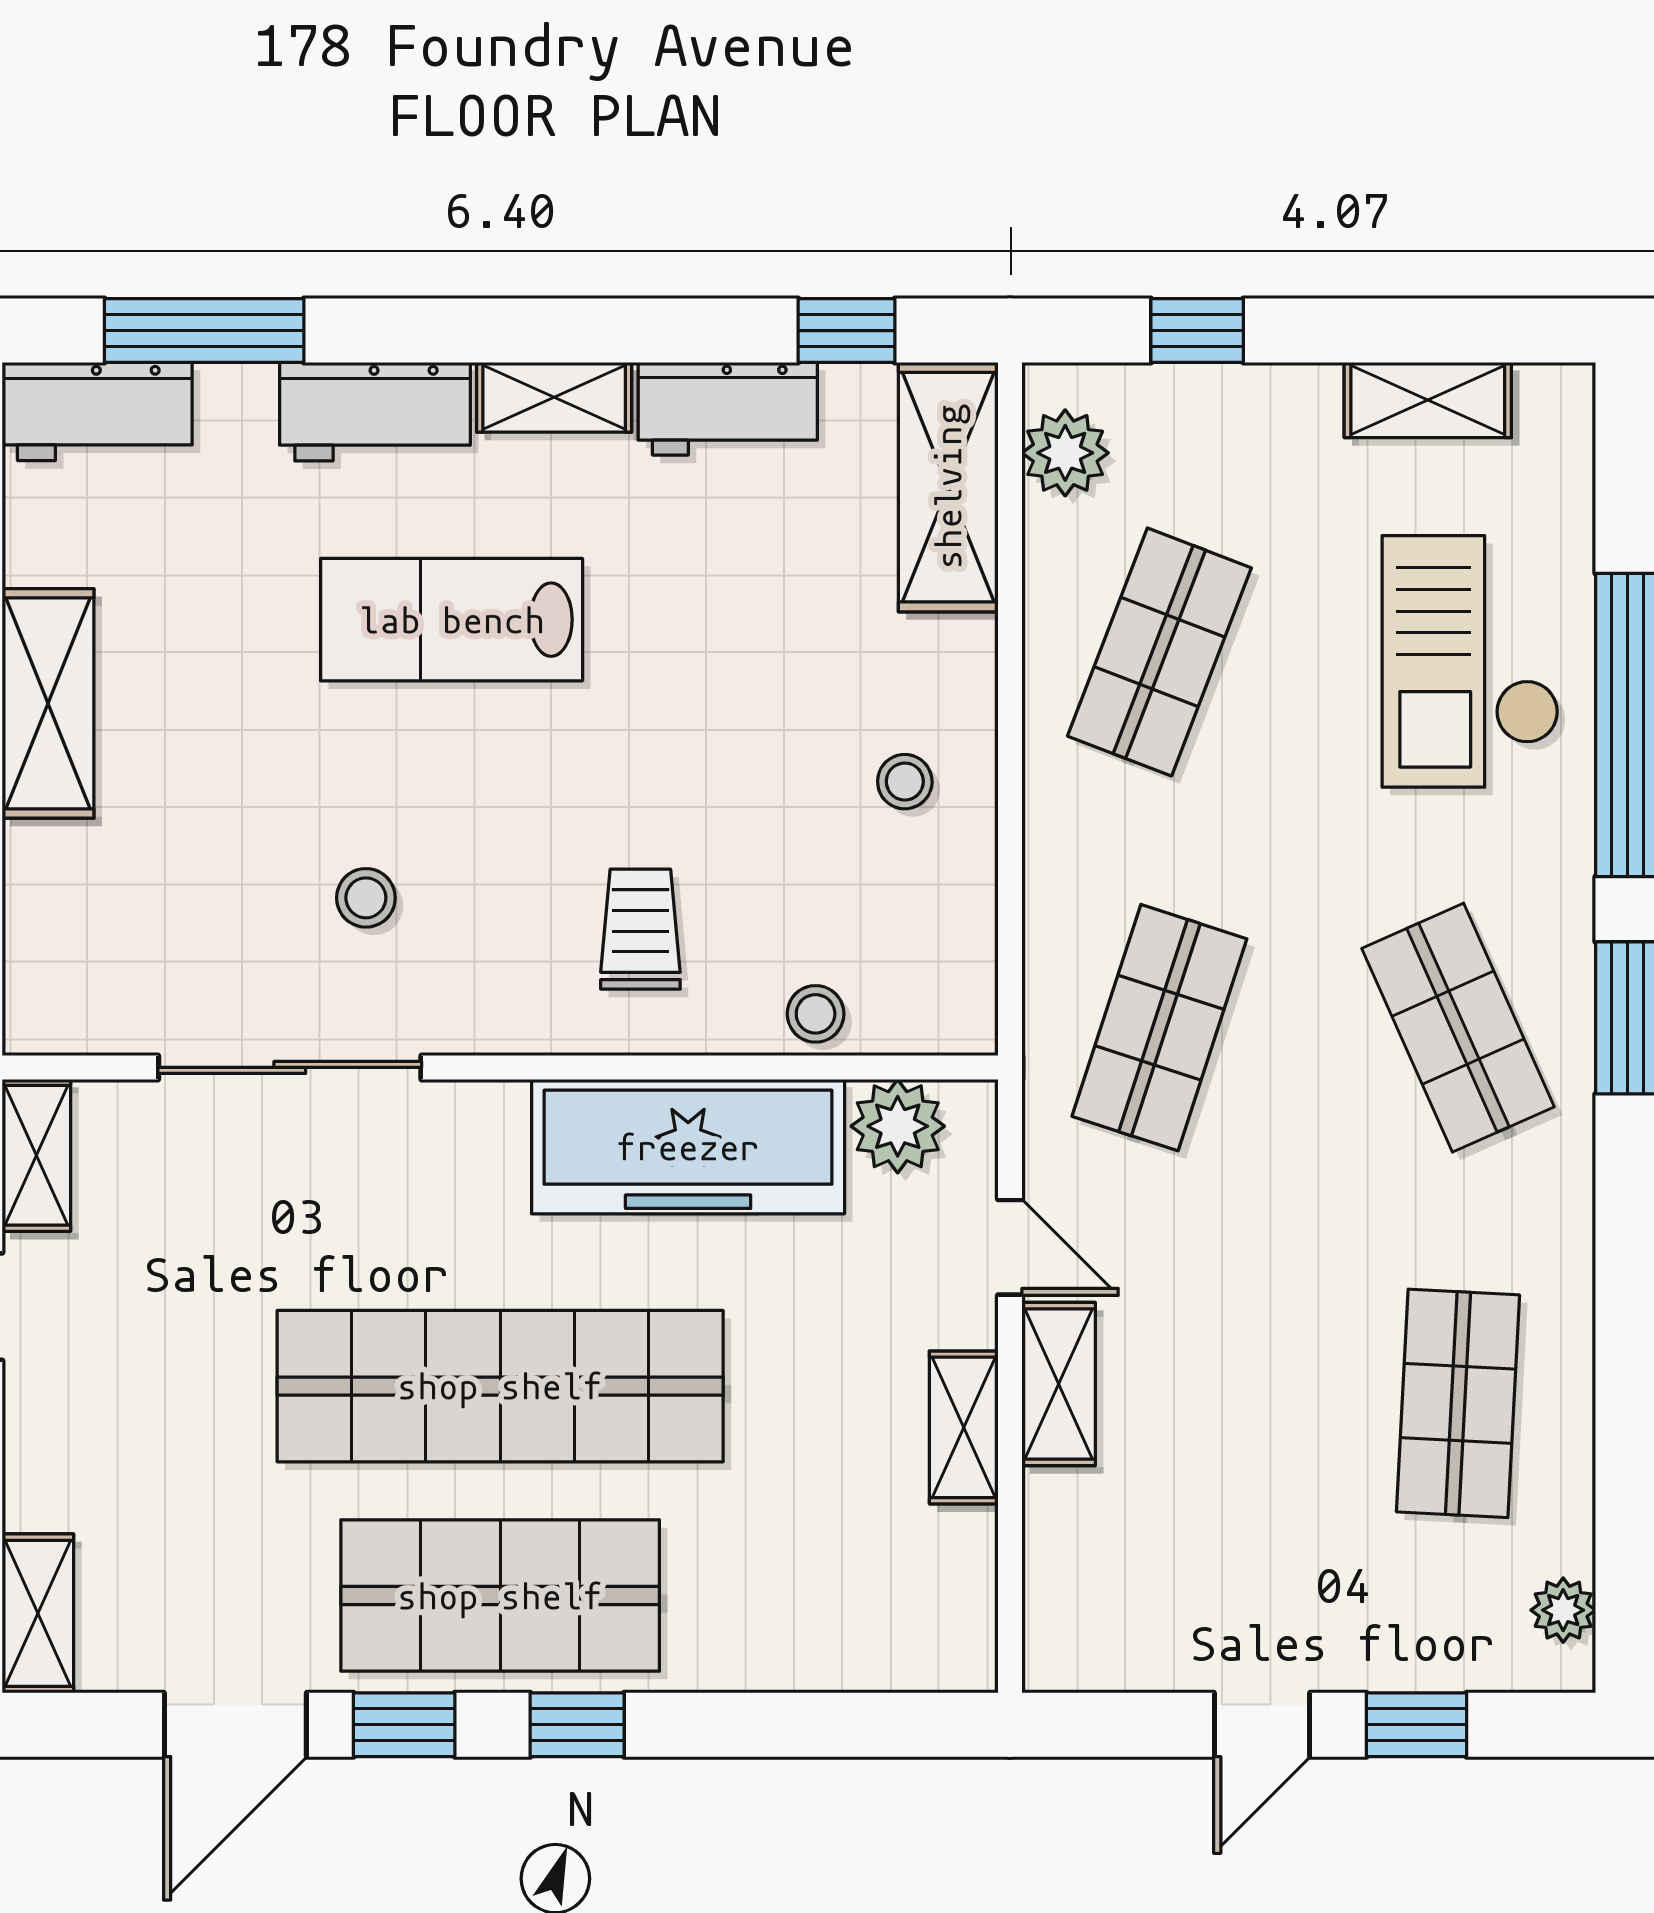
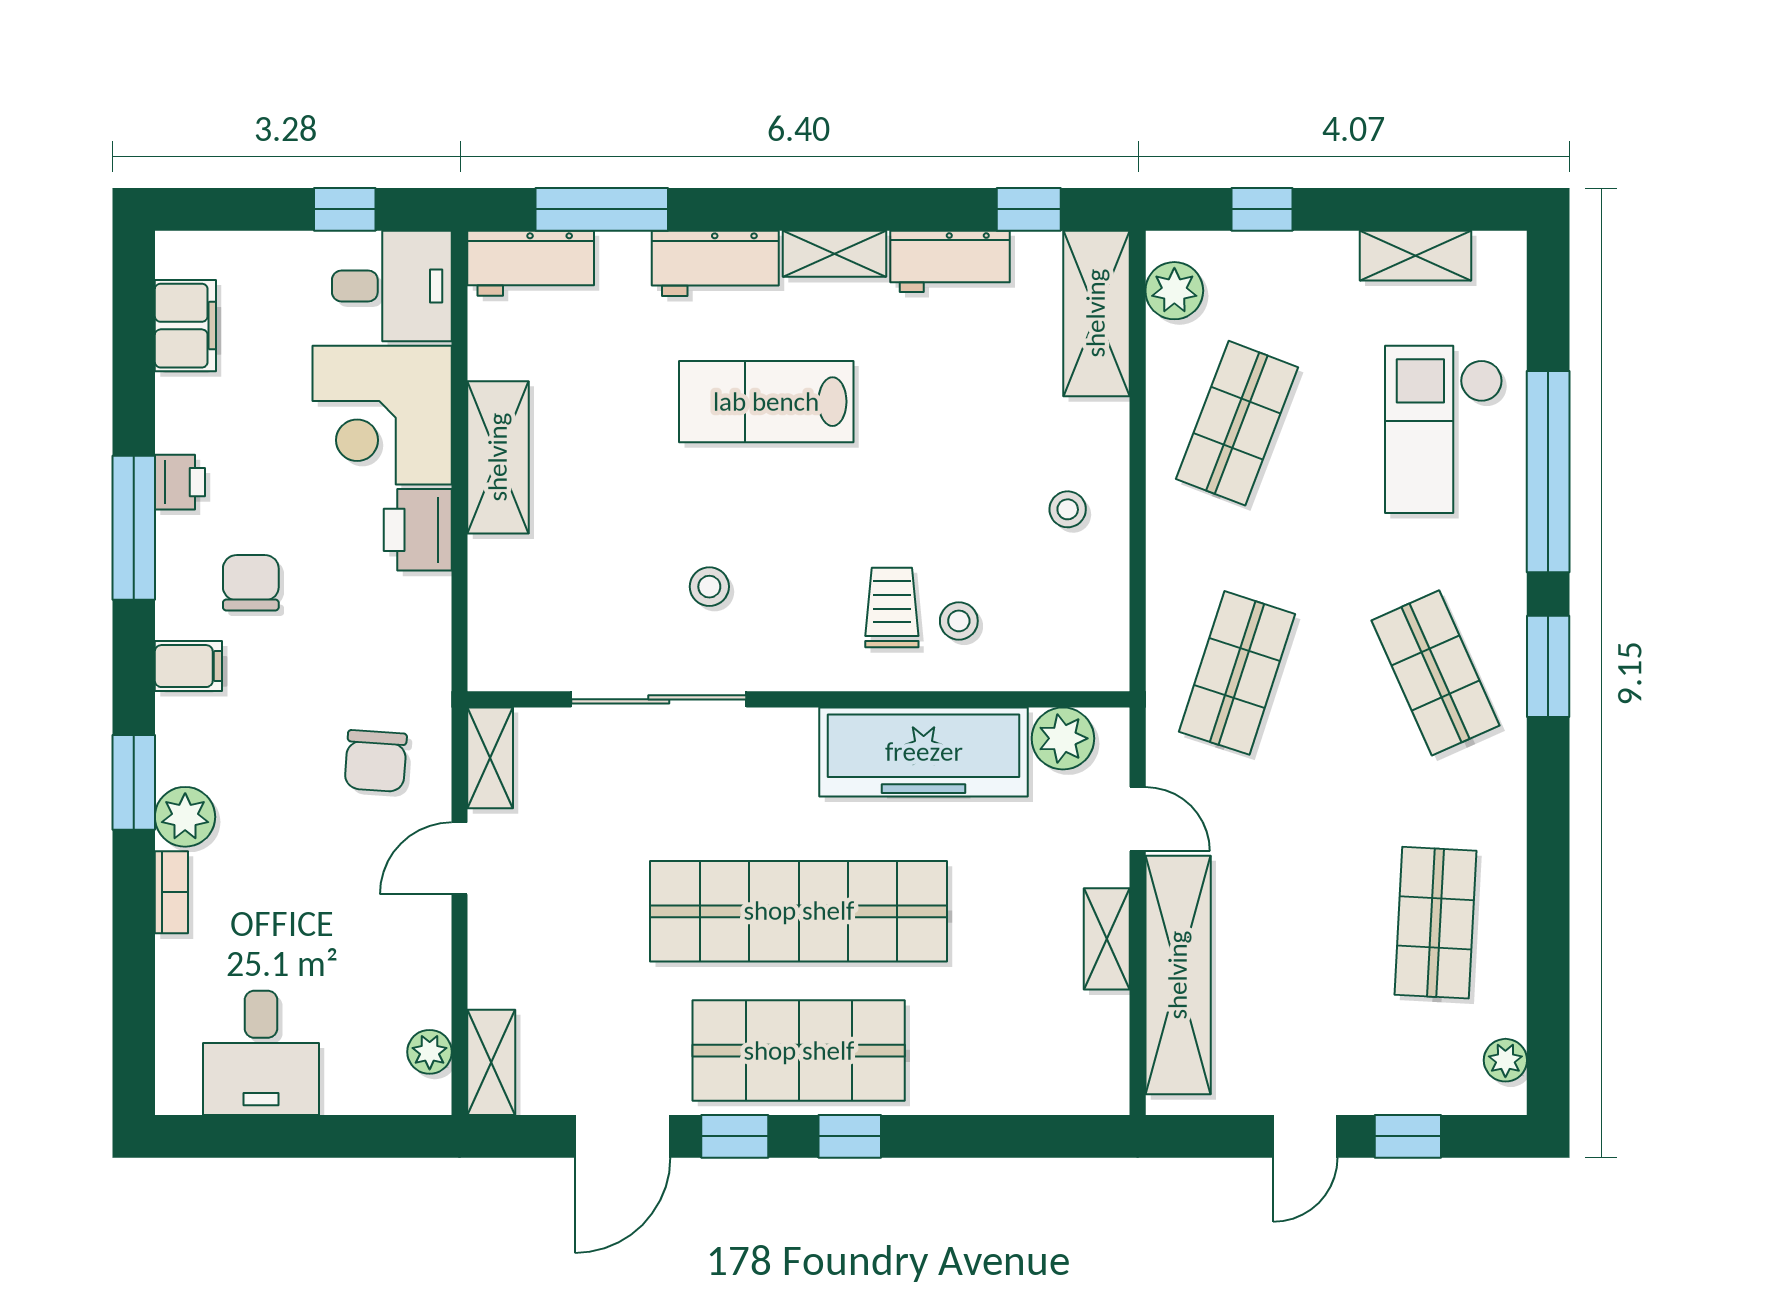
stool: (816, 1014) -> (959, 621), moved
shelving: (1059, 1384) -> (1178, 975), width x2.20, depth x1.33

